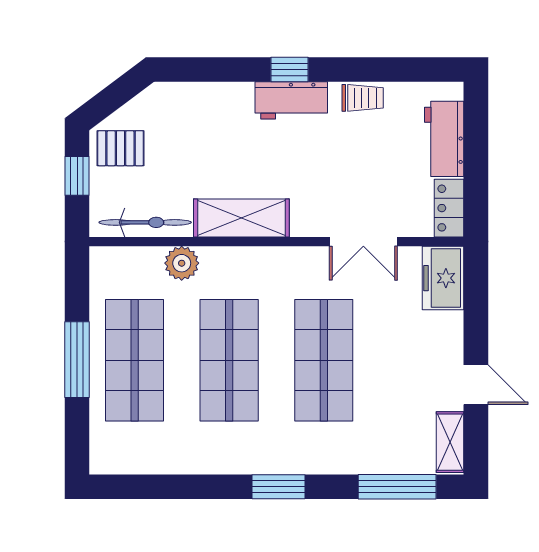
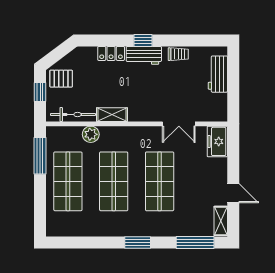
locker: (449, 208) -> (111, 53), moved, turned -90
shelving: (241, 218) -> (112, 115), width x0.67, depth x0.75
window: (77, 360) -> (40, 156), moved

